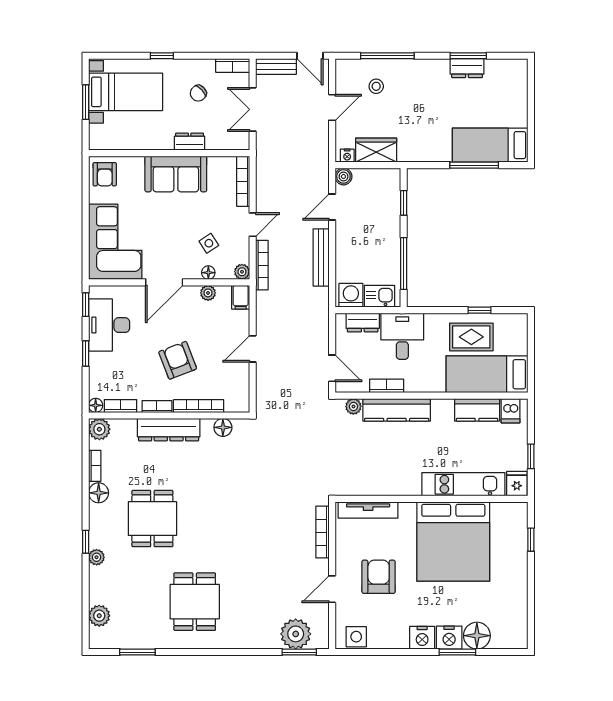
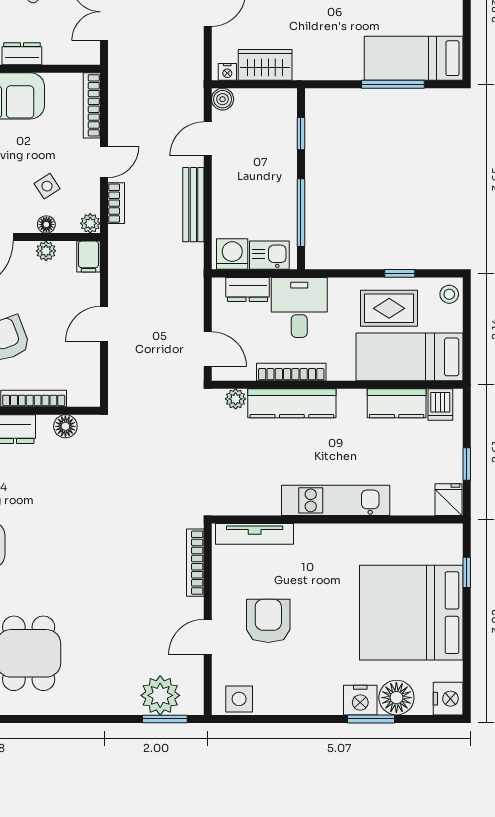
bookcase: (262, 265) -> (116, 203), width x0.64
stool: (517, 326) -> (449, 294), added
bookcase: (387, 386) -> (291, 372), width x1.56
kitchen unit: (463, 484) -> (336, 500), moved
bed: (453, 542) -> (411, 613), moved, turned 90
nightstand: (422, 638) -> (448, 699), moved, turned -90

